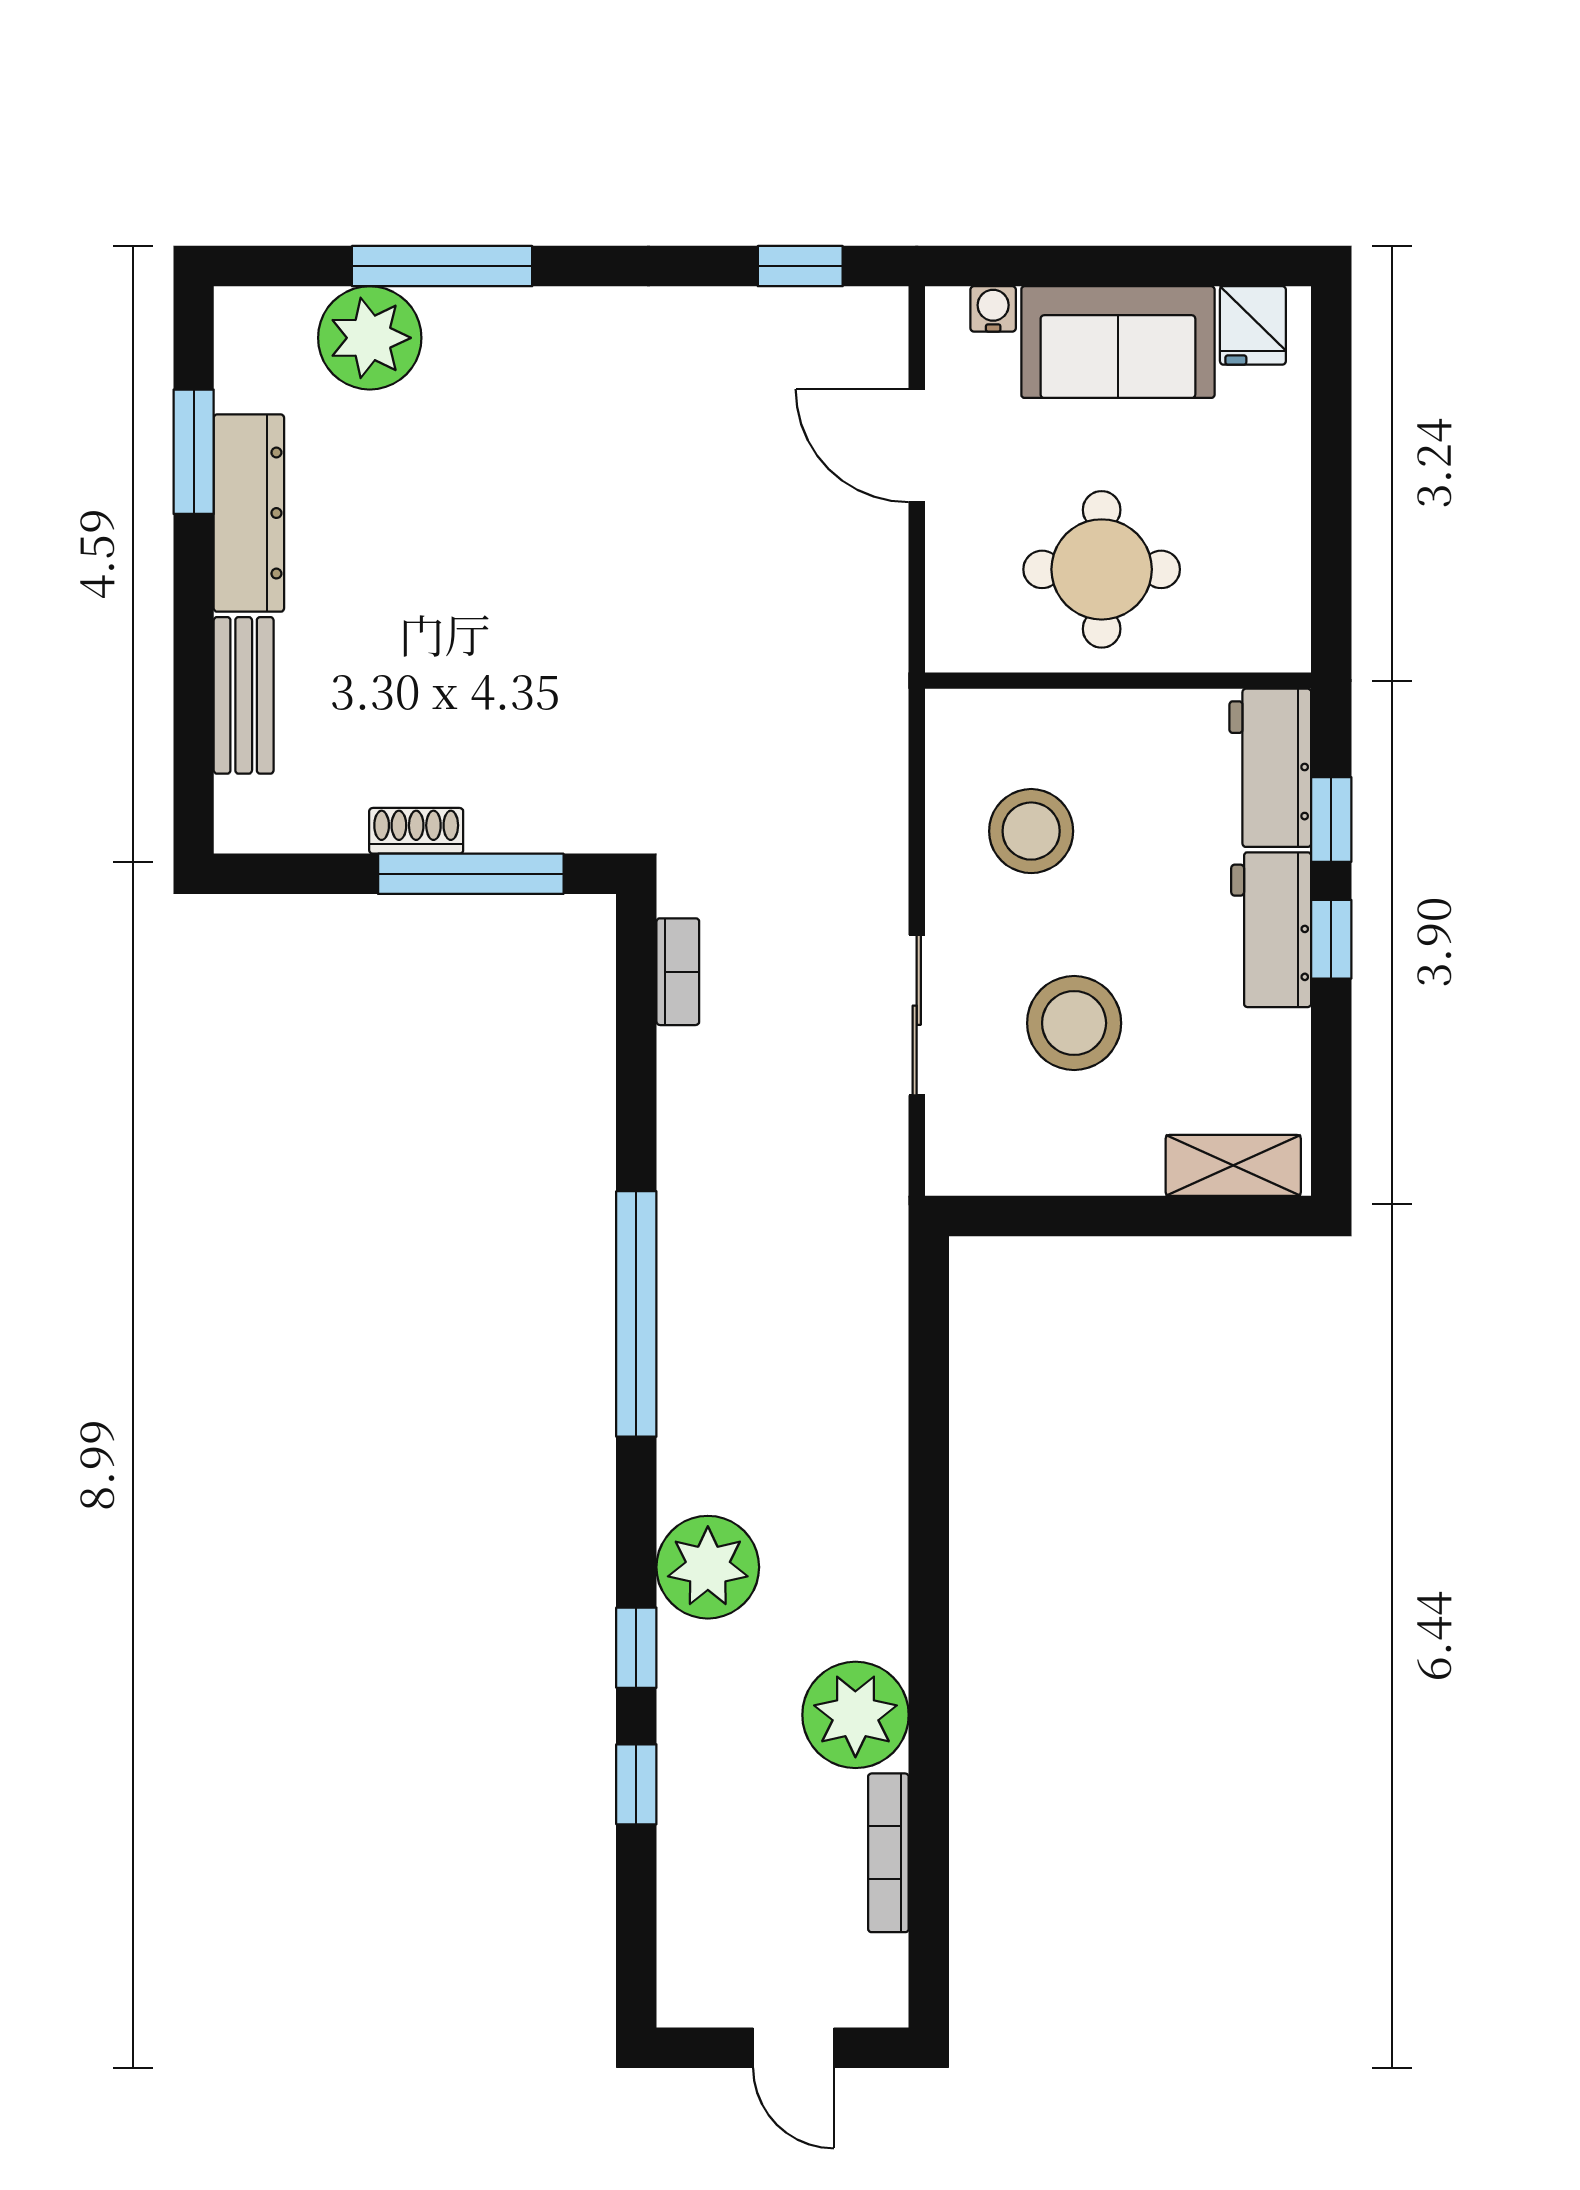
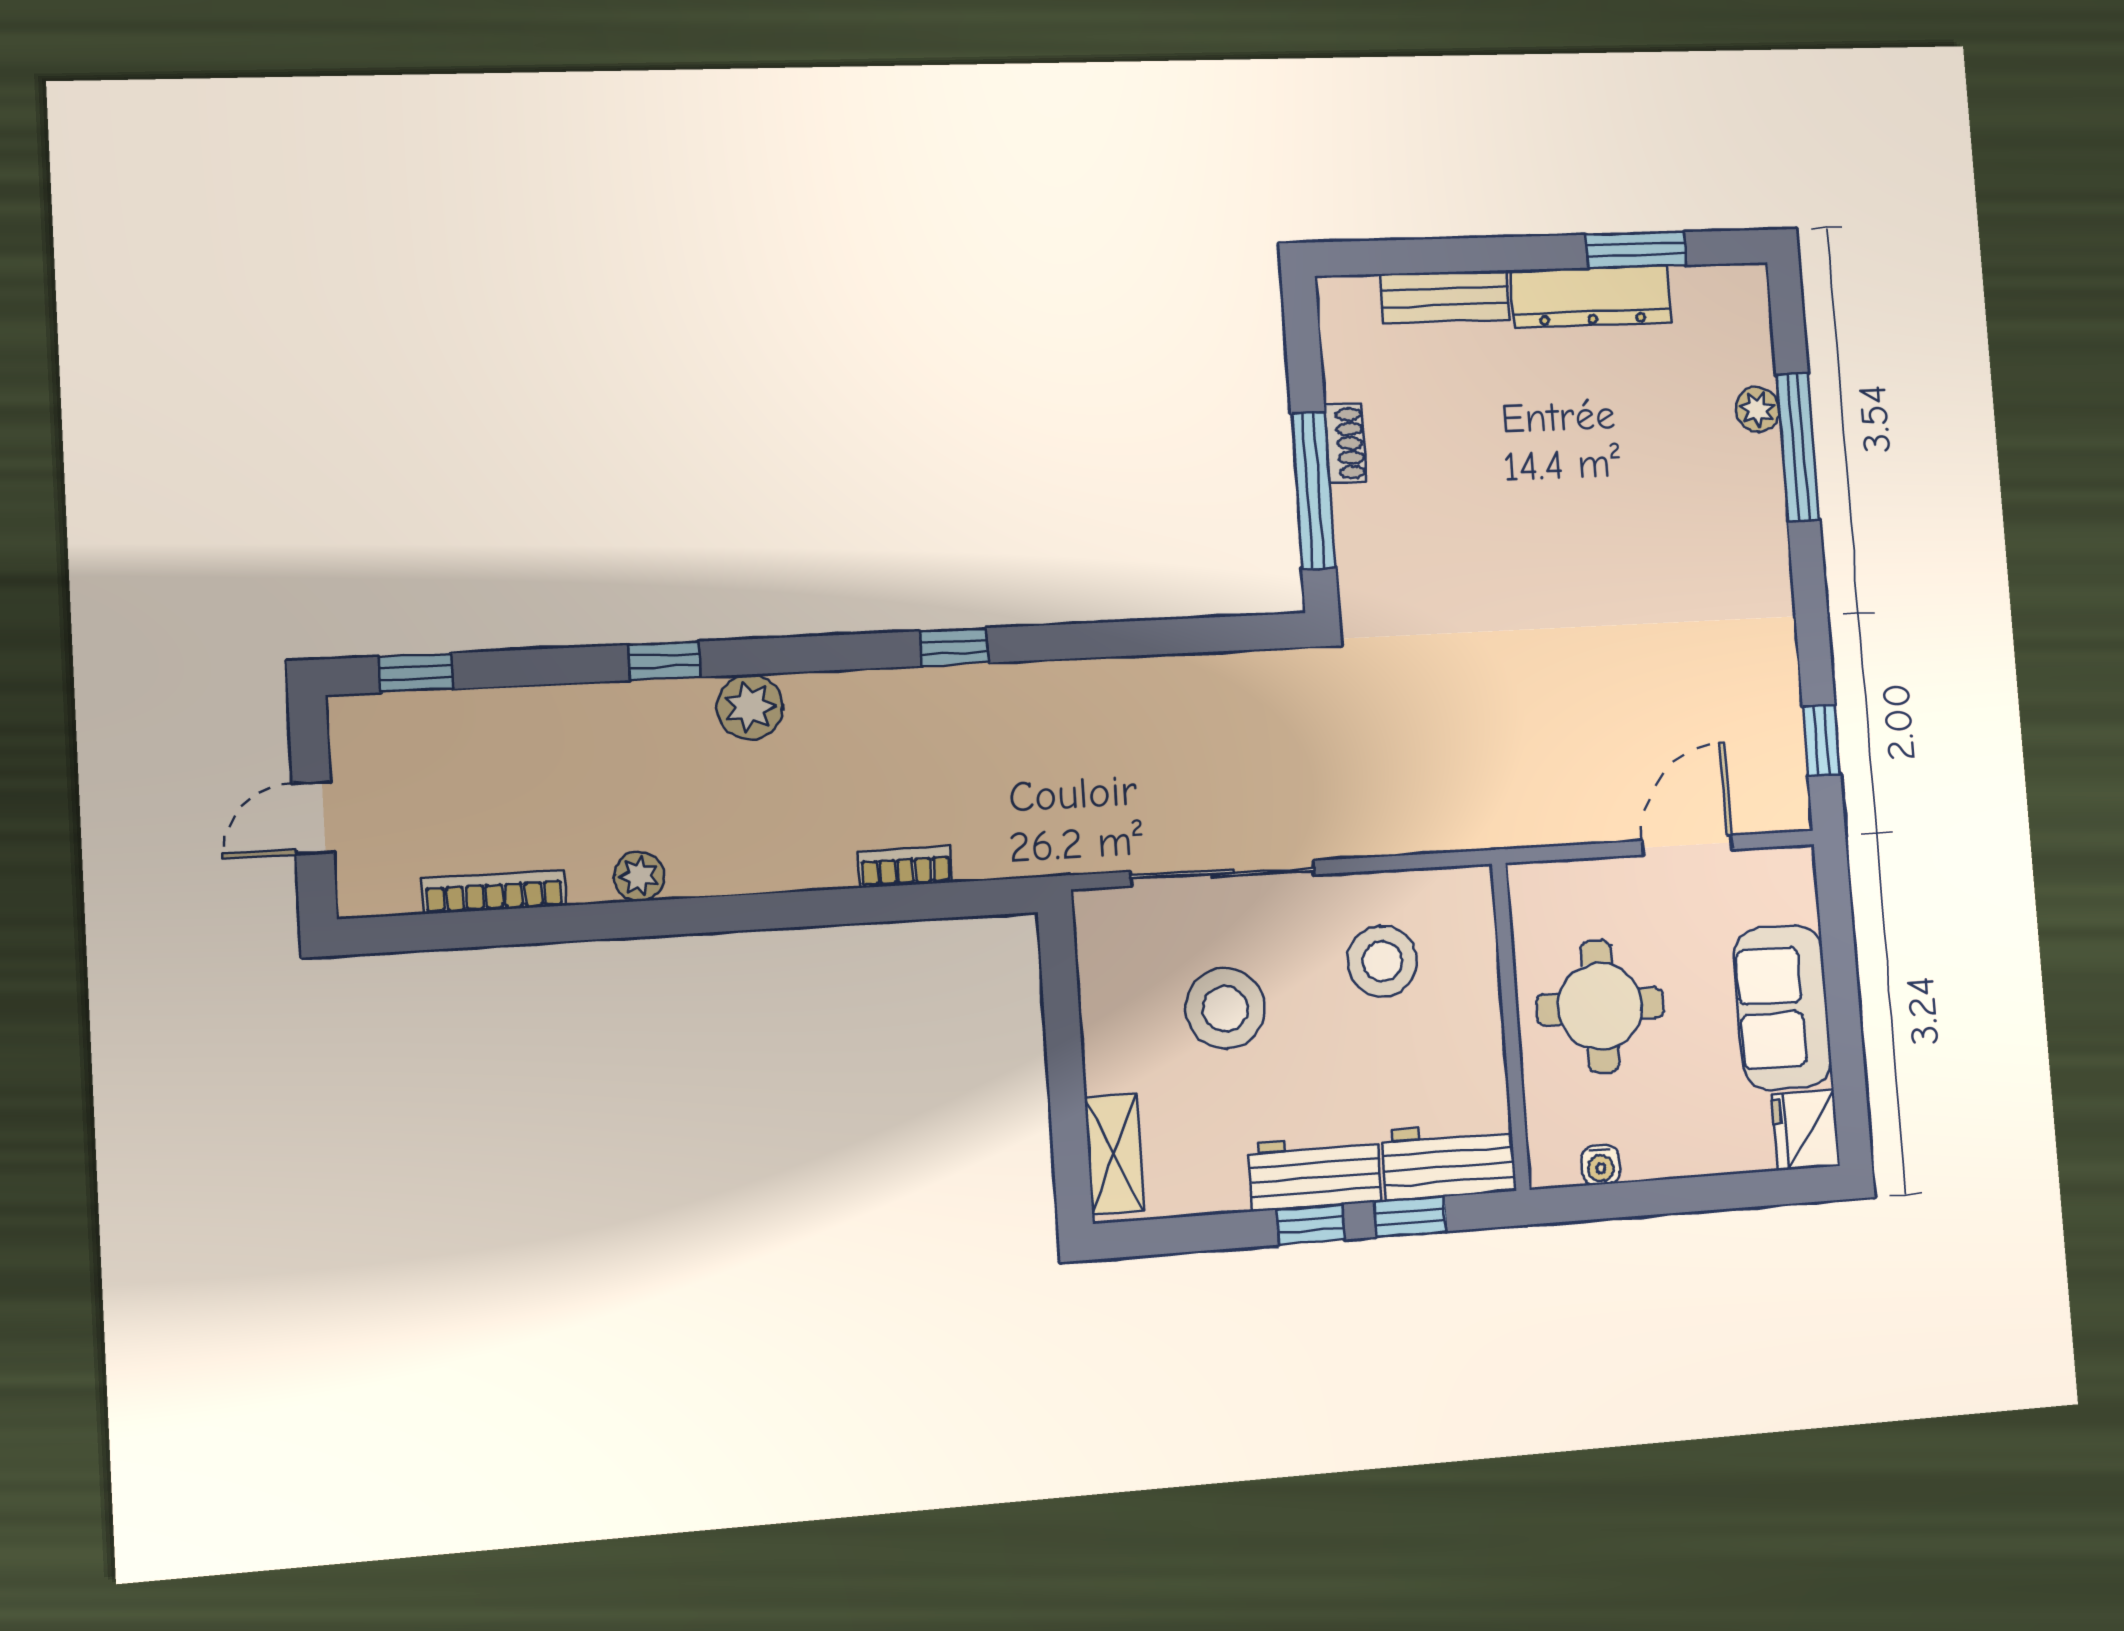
water cooler: (993, 309) -> (1600, 1165), moved, turned 90
fridge: (1253, 325) -> (1806, 1130), width x1.38
plant: (370, 338) -> (1757, 409), width x0.53, depth x0.53
bookcase: (678, 972) -> (905, 867), moved, turned 180
sliding door: (917, 1015) -> (1222, 873), width x1.37
window: (636, 1314) -> (954, 647), width x0.32
plant: (708, 1567) -> (750, 707), width x0.73, depth x0.73
plant: (855, 1715) -> (639, 876), width x0.53, depth x0.53
window: (636, 1784) -> (416, 673), moved

